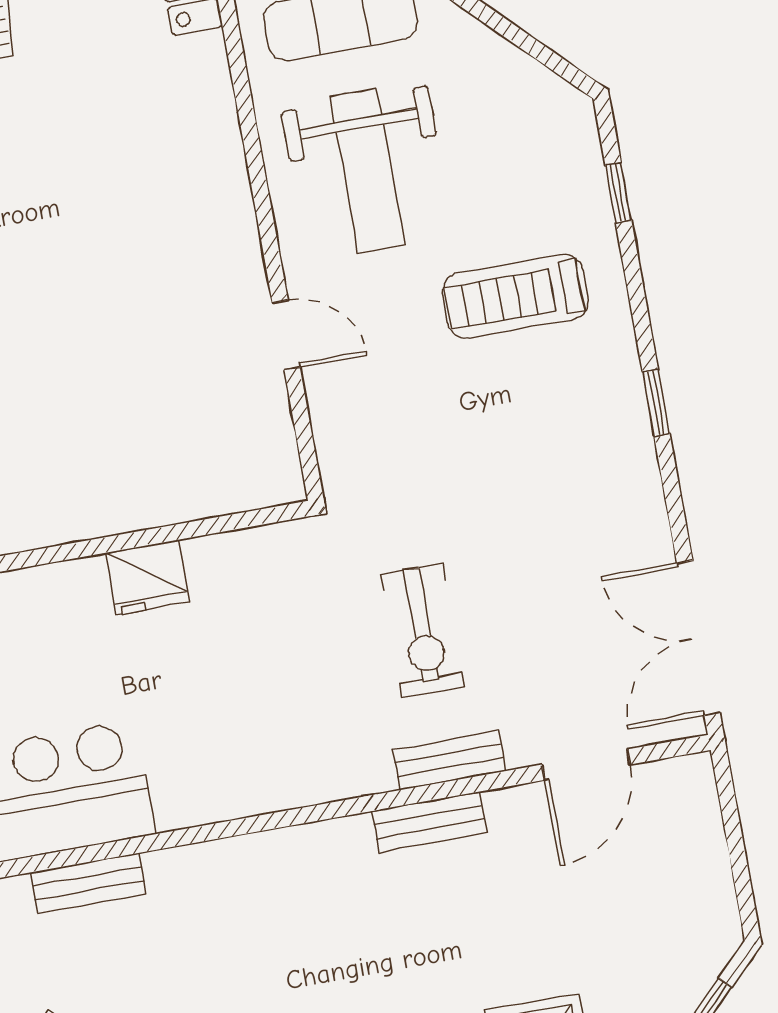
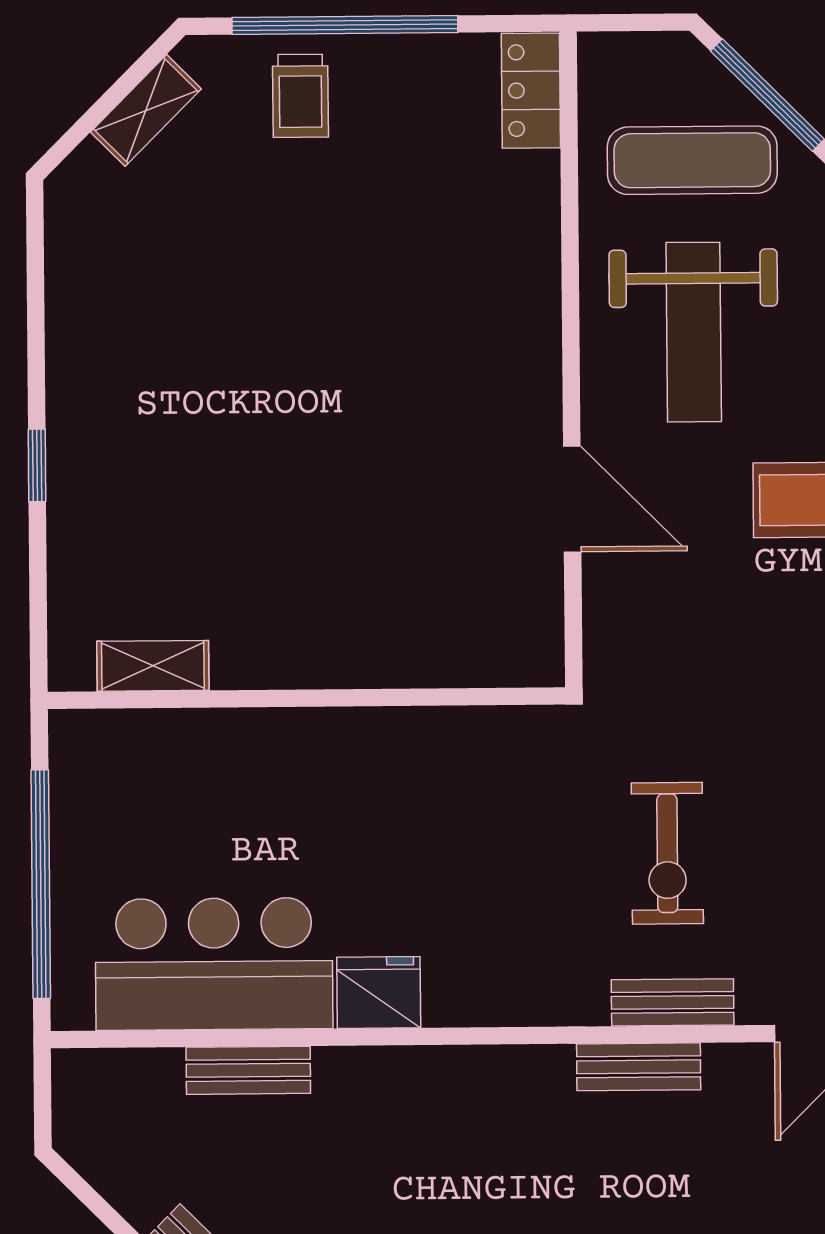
door: (286, 335) -> (572, 499), width x1.38
fridge: (147, 578) -> (379, 992), moved, turned 180

